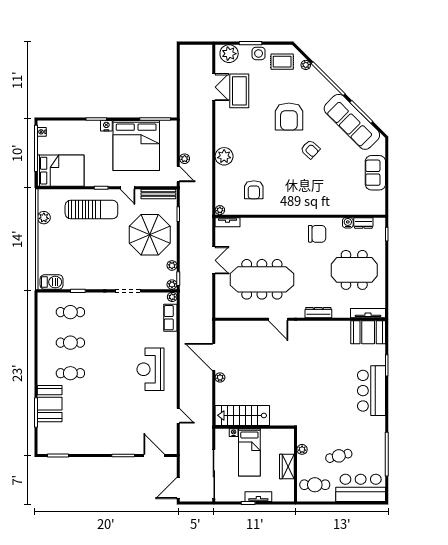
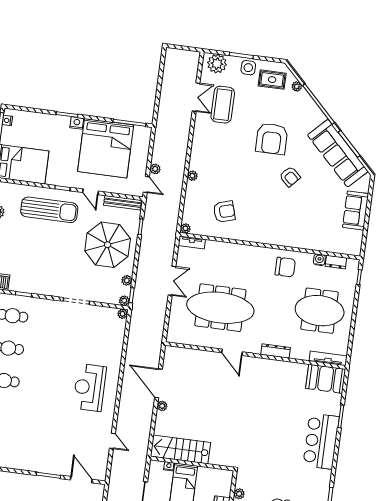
plant: (224, 156) -> (192, 176), width x0.53, depth x0.53
armchair: (254, 190) -> (224, 212), turned -107
row of seats: (170, 318) -> (118, 336), removed

